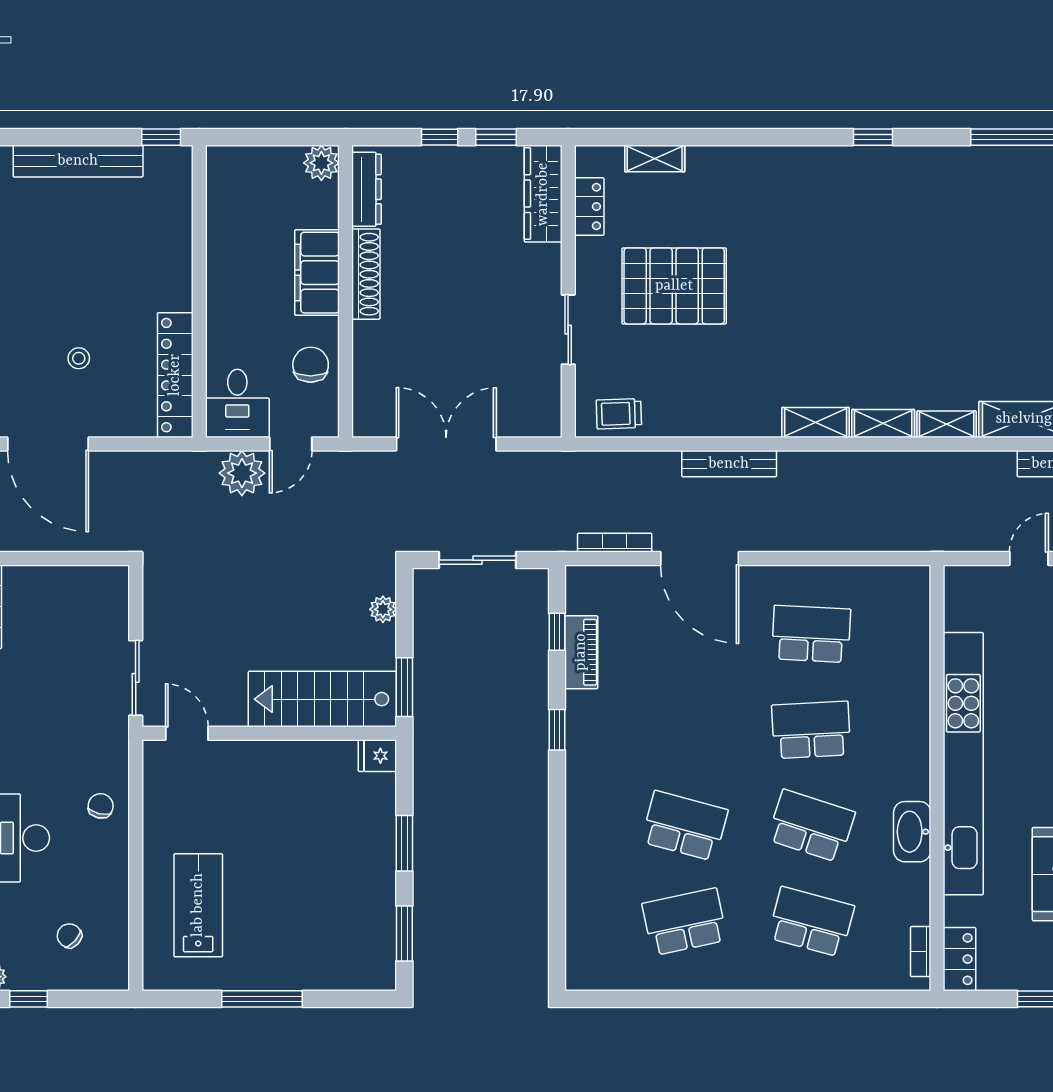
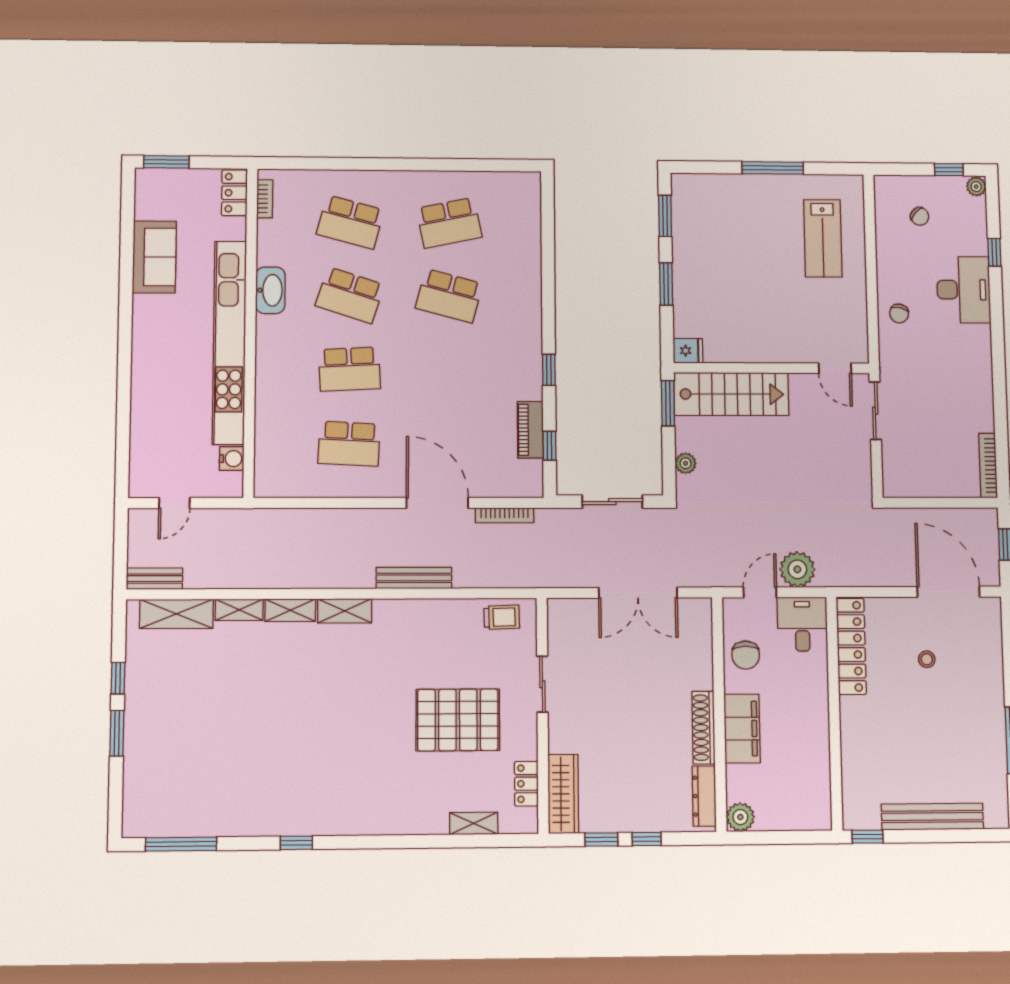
water cooler: (959, 615) -> (232, 459), added

